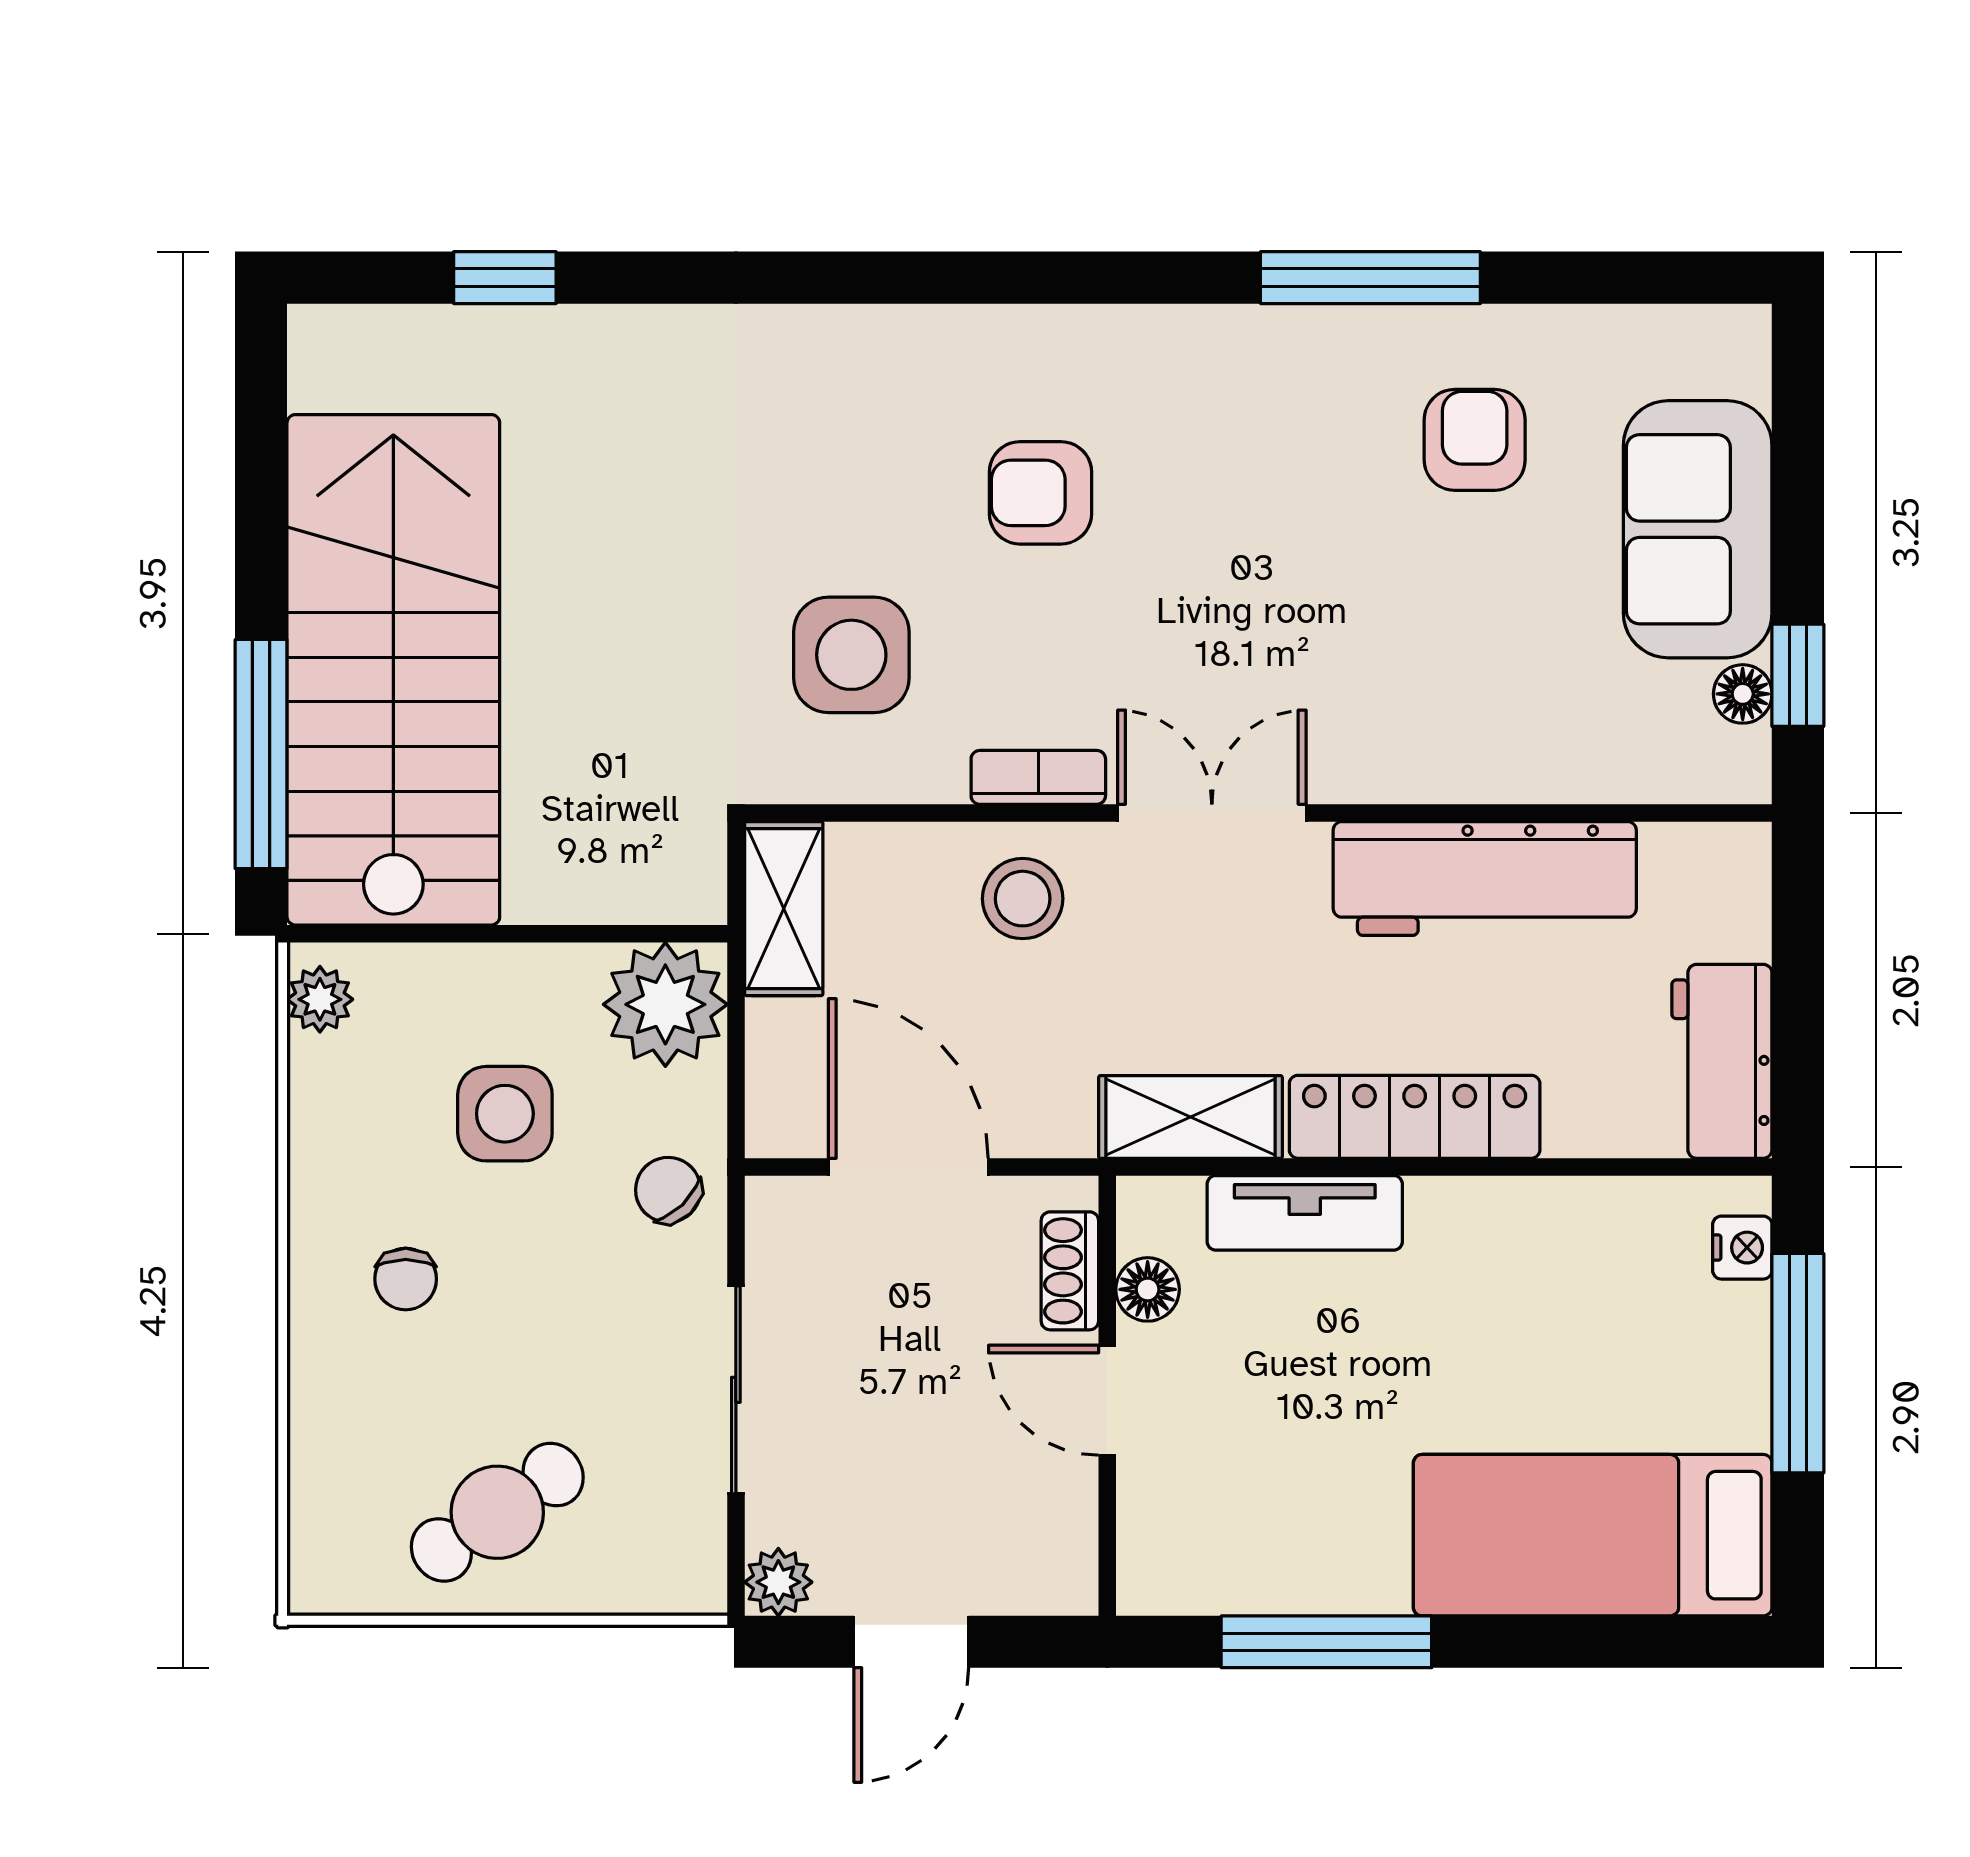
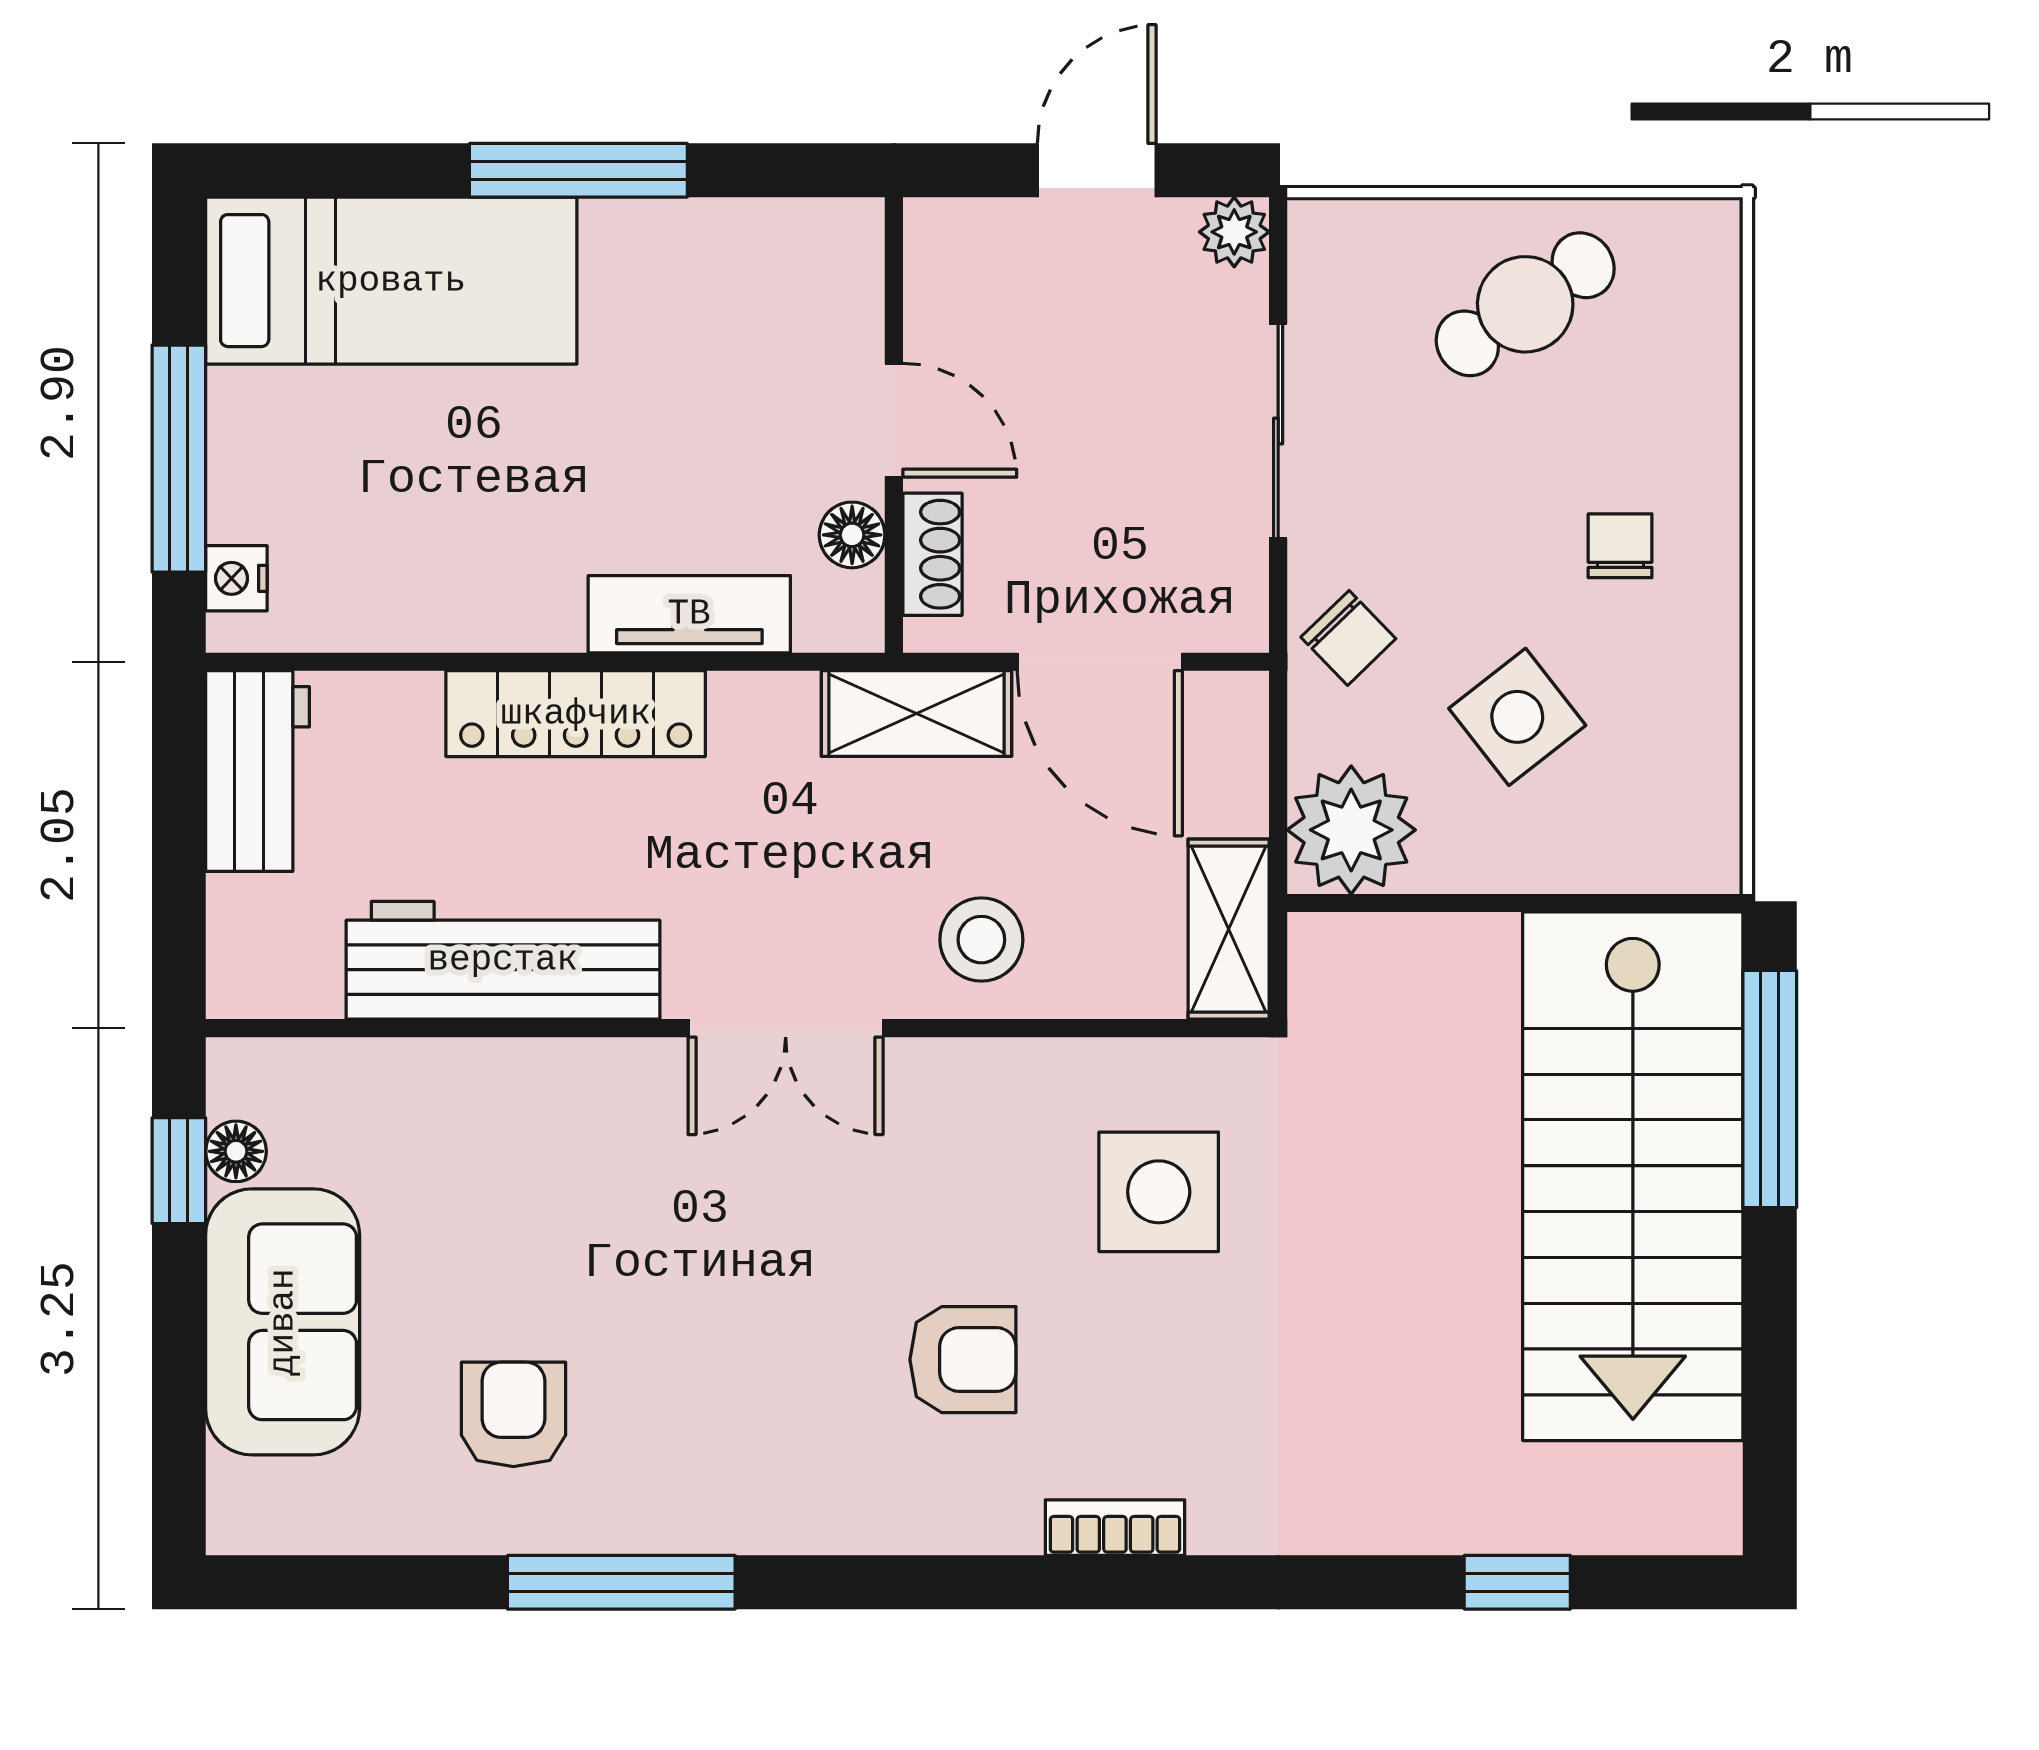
armchair: (1475, 440) -> (513, 1414), turned 180
bookcase: (1038, 777) -> (1115, 1528), moved, turned 180
plant: (320, 999) -> (1709, 835), removed
side table: (505, 1114) -> (1517, 717), turned -38
shelving: (1190, 1117) -> (916, 714), moved
window: (1326, 1642) -> (578, 170), moved

